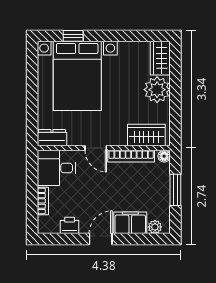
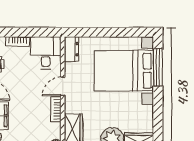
window: (73, 36) -> (158, 67), width x2.17
bookcase: (131, 156) -> (56, 109), width x0.64

